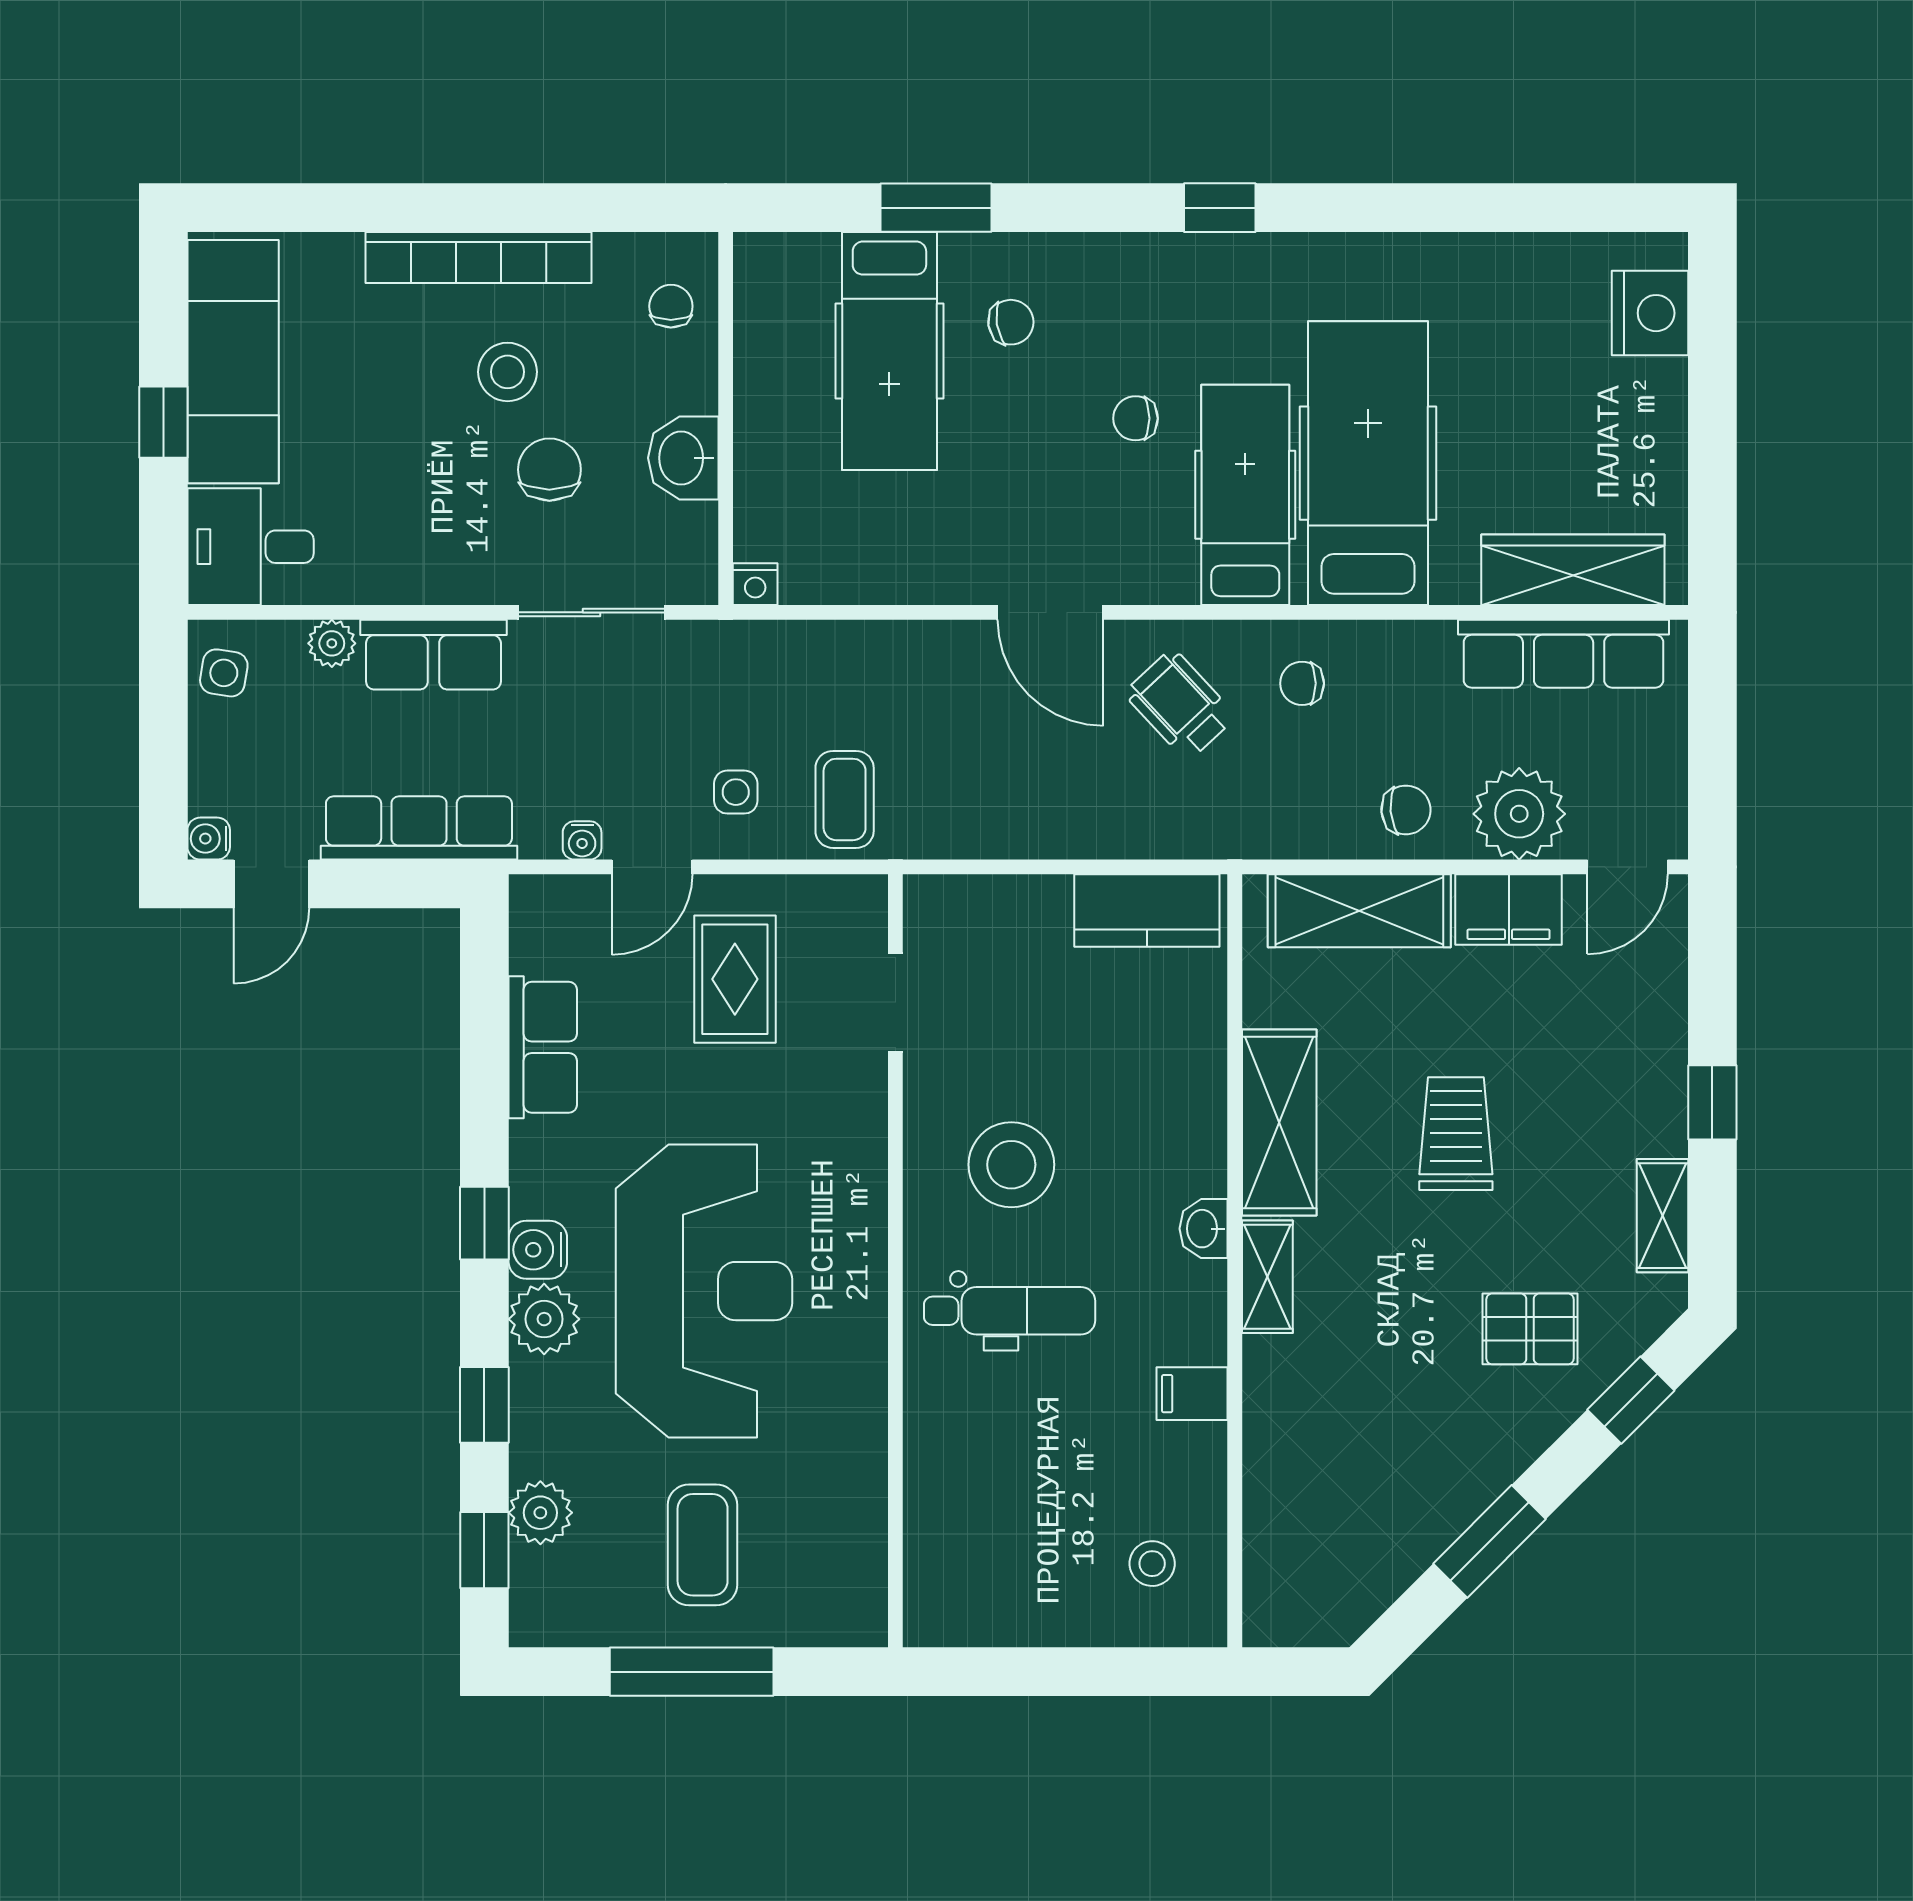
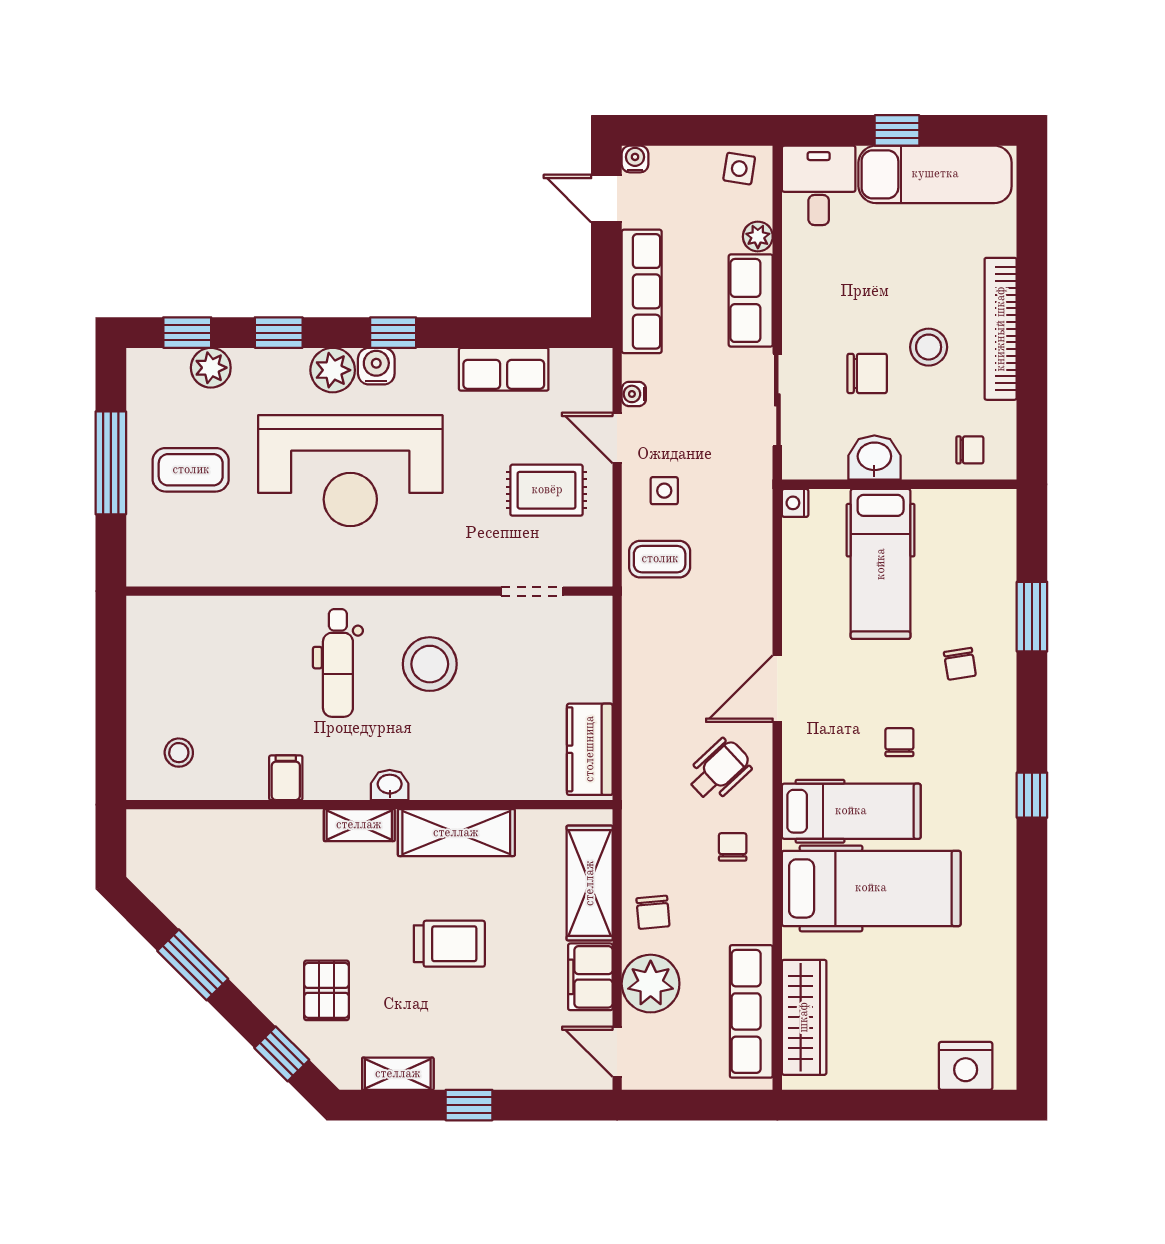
hospital bed: (889, 351) -> (881, 564), moved, turned -90

